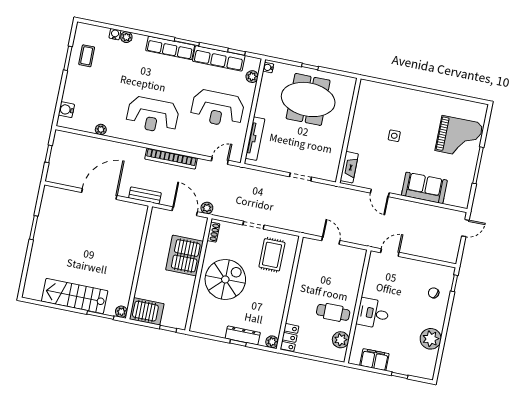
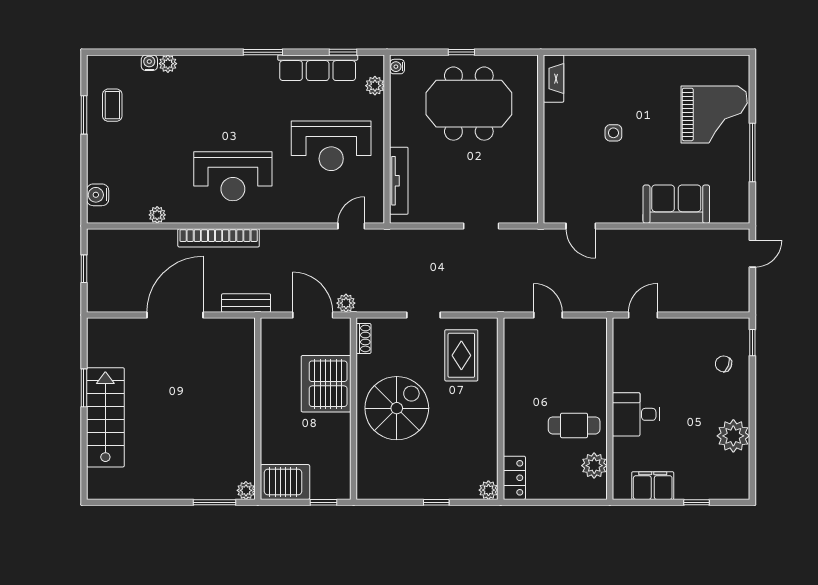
row of seats: (170, 48) -> (239, 67), removed
bookcase: (171, 159) -> (219, 238), moved
fireplace: (349, 167) -> (554, 79), moved
door: (380, 193) -> (581, 226), moved
stairs: (75, 296) -> (105, 417), moved, turned 90
dresser: (243, 335) -> (441, 489), removed

